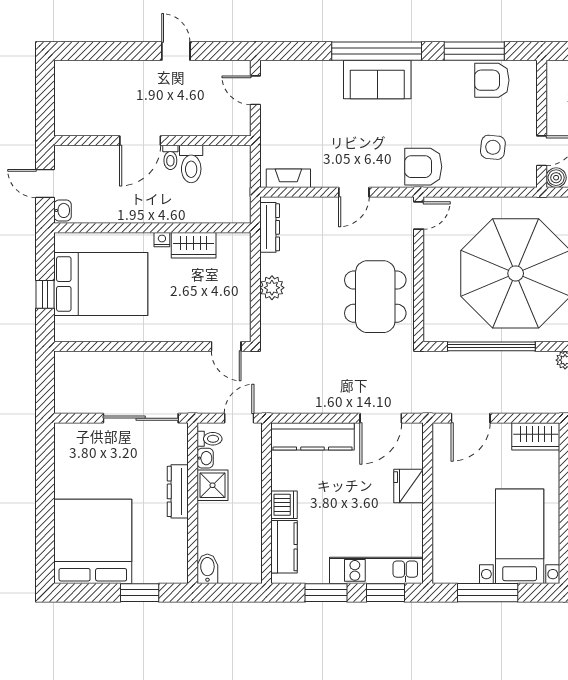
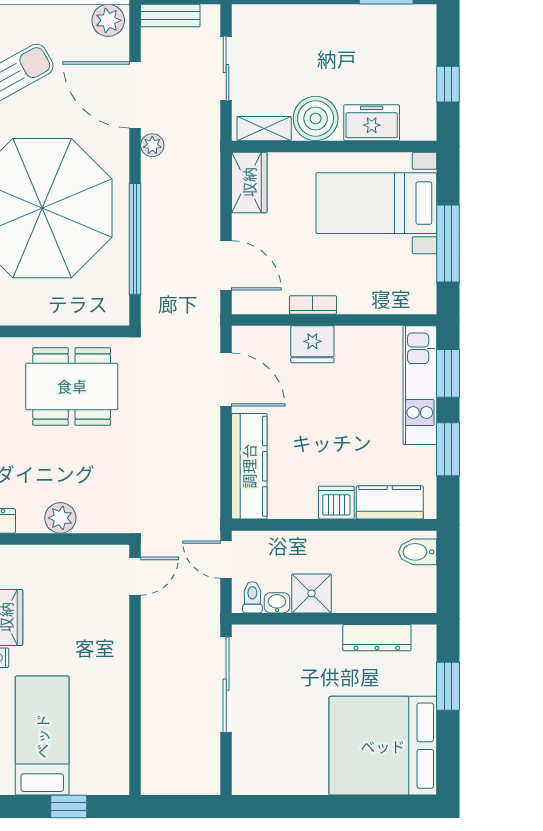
bed: (101, 284) -> (42, 736), width x0.67
bookcase: (439, 486) -> (313, 305), added
dresser: (178, 491) -> (377, 638), moved
bidet: (207, 569) -> (418, 552), moved

